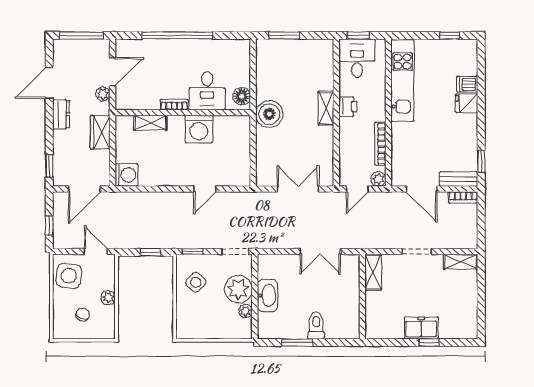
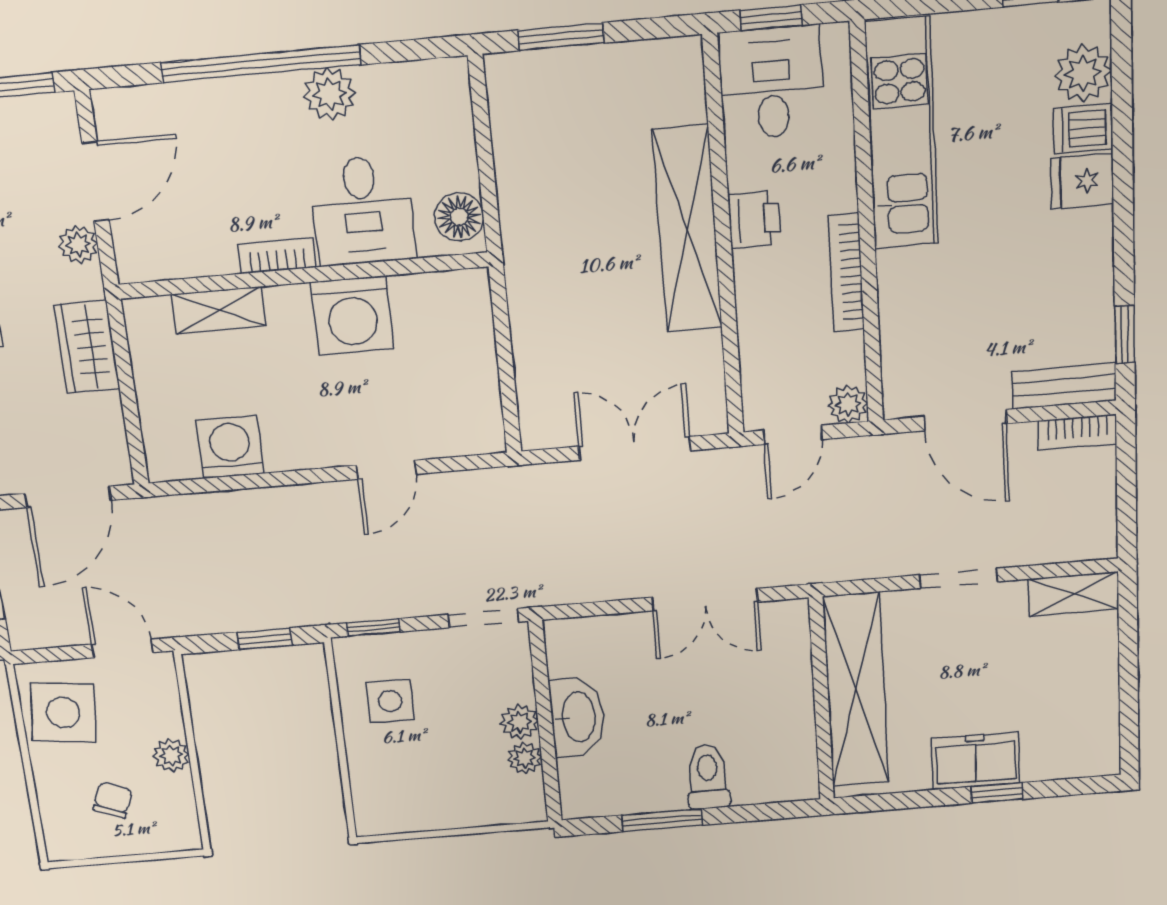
plant: (200, 48) -> (330, 94), added
plant: (468, 65) -> (1083, 73), added
shelving: (326, 108) -> (687, 229), width x2.20, depth x1.33
boiler: (269, 114) -> (539, 258), removed
bookcase: (380, 144) -> (846, 272), moved
washing machine: (127, 175) -> (230, 447), moved, turned -90
shelving: (373, 272) -> (856, 690), width x2.20, depth x1.33
side table: (196, 282) -> (390, 701), turned 45
plant: (238, 289) -> (519, 722), width x0.53, depth x0.53

